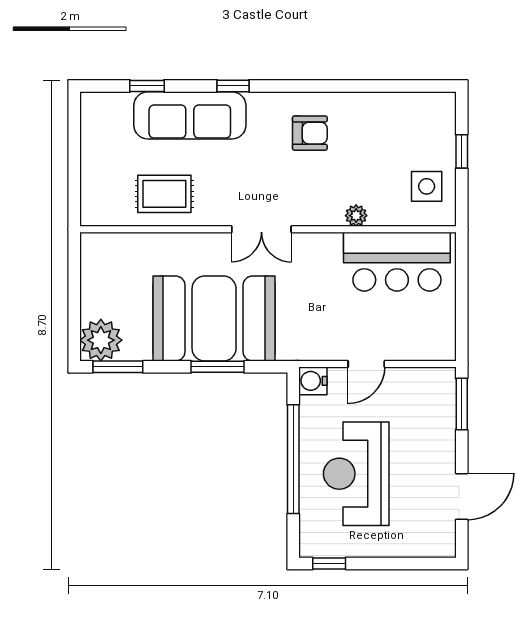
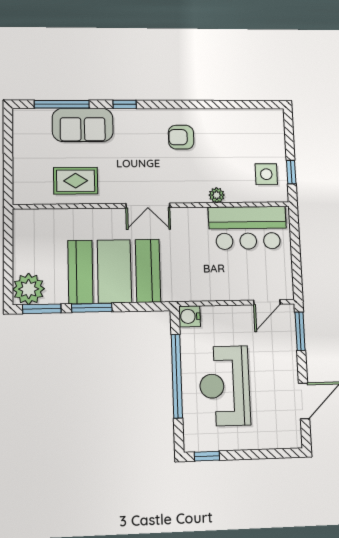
window: (147, 86) -> (62, 104), width x2.17
sofa: (190, 115) -> (83, 125), width x0.73
armchair: (310, 133) -> (181, 137), turned 180
window: (462, 151) -> (291, 172), moved
door: (366, 364) -> (267, 302), moved
window: (218, 367) -> (92, 308), moved

